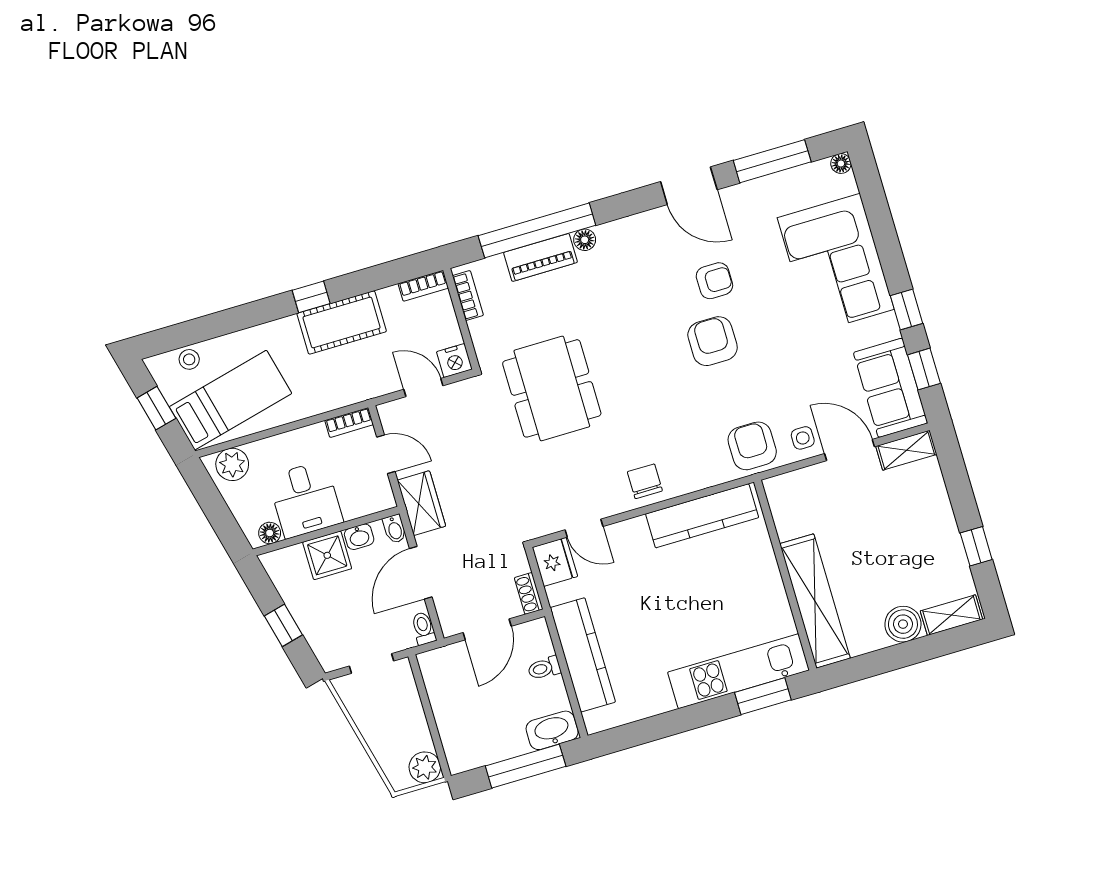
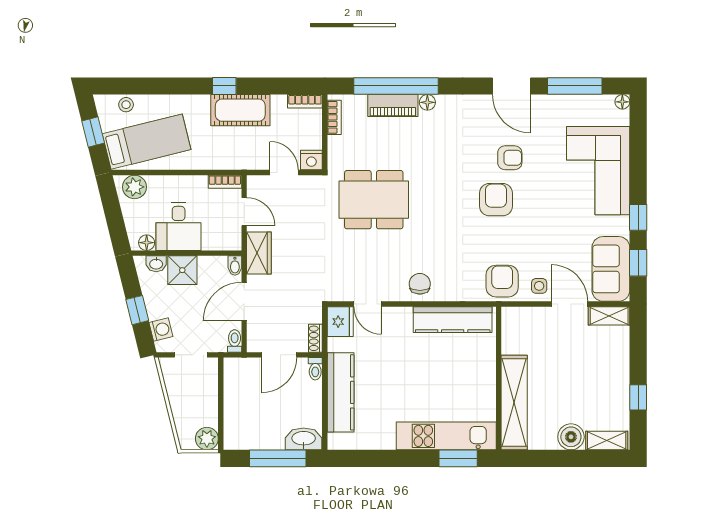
dining table: (552, 388) -> (374, 200), turned 90
washbasin: (359, 537) -> (156, 264), moved
washing machine: (322, 642) -> (161, 330), added
toilet: (544, 668) -> (315, 369), moved, turned -90

